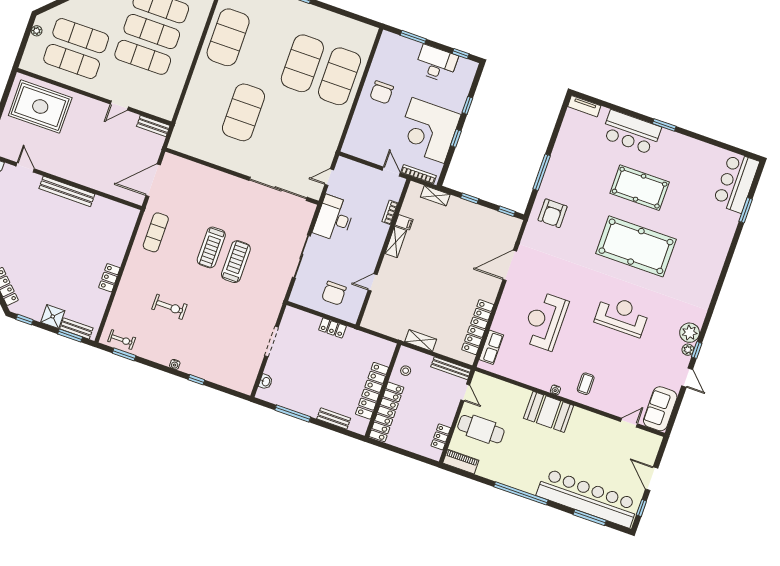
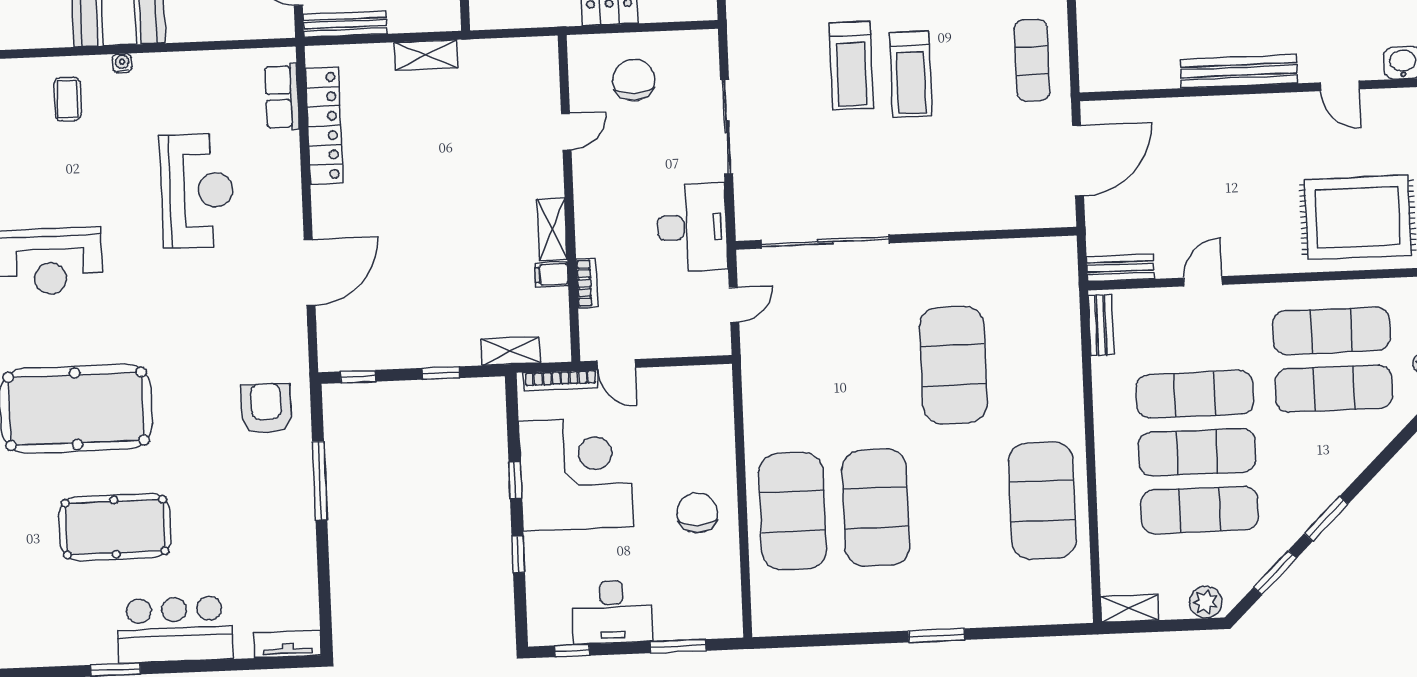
bench: (172, 104) -> (1101, 325), added
treadmill: (211, 247) -> (911, 74), turned 180

